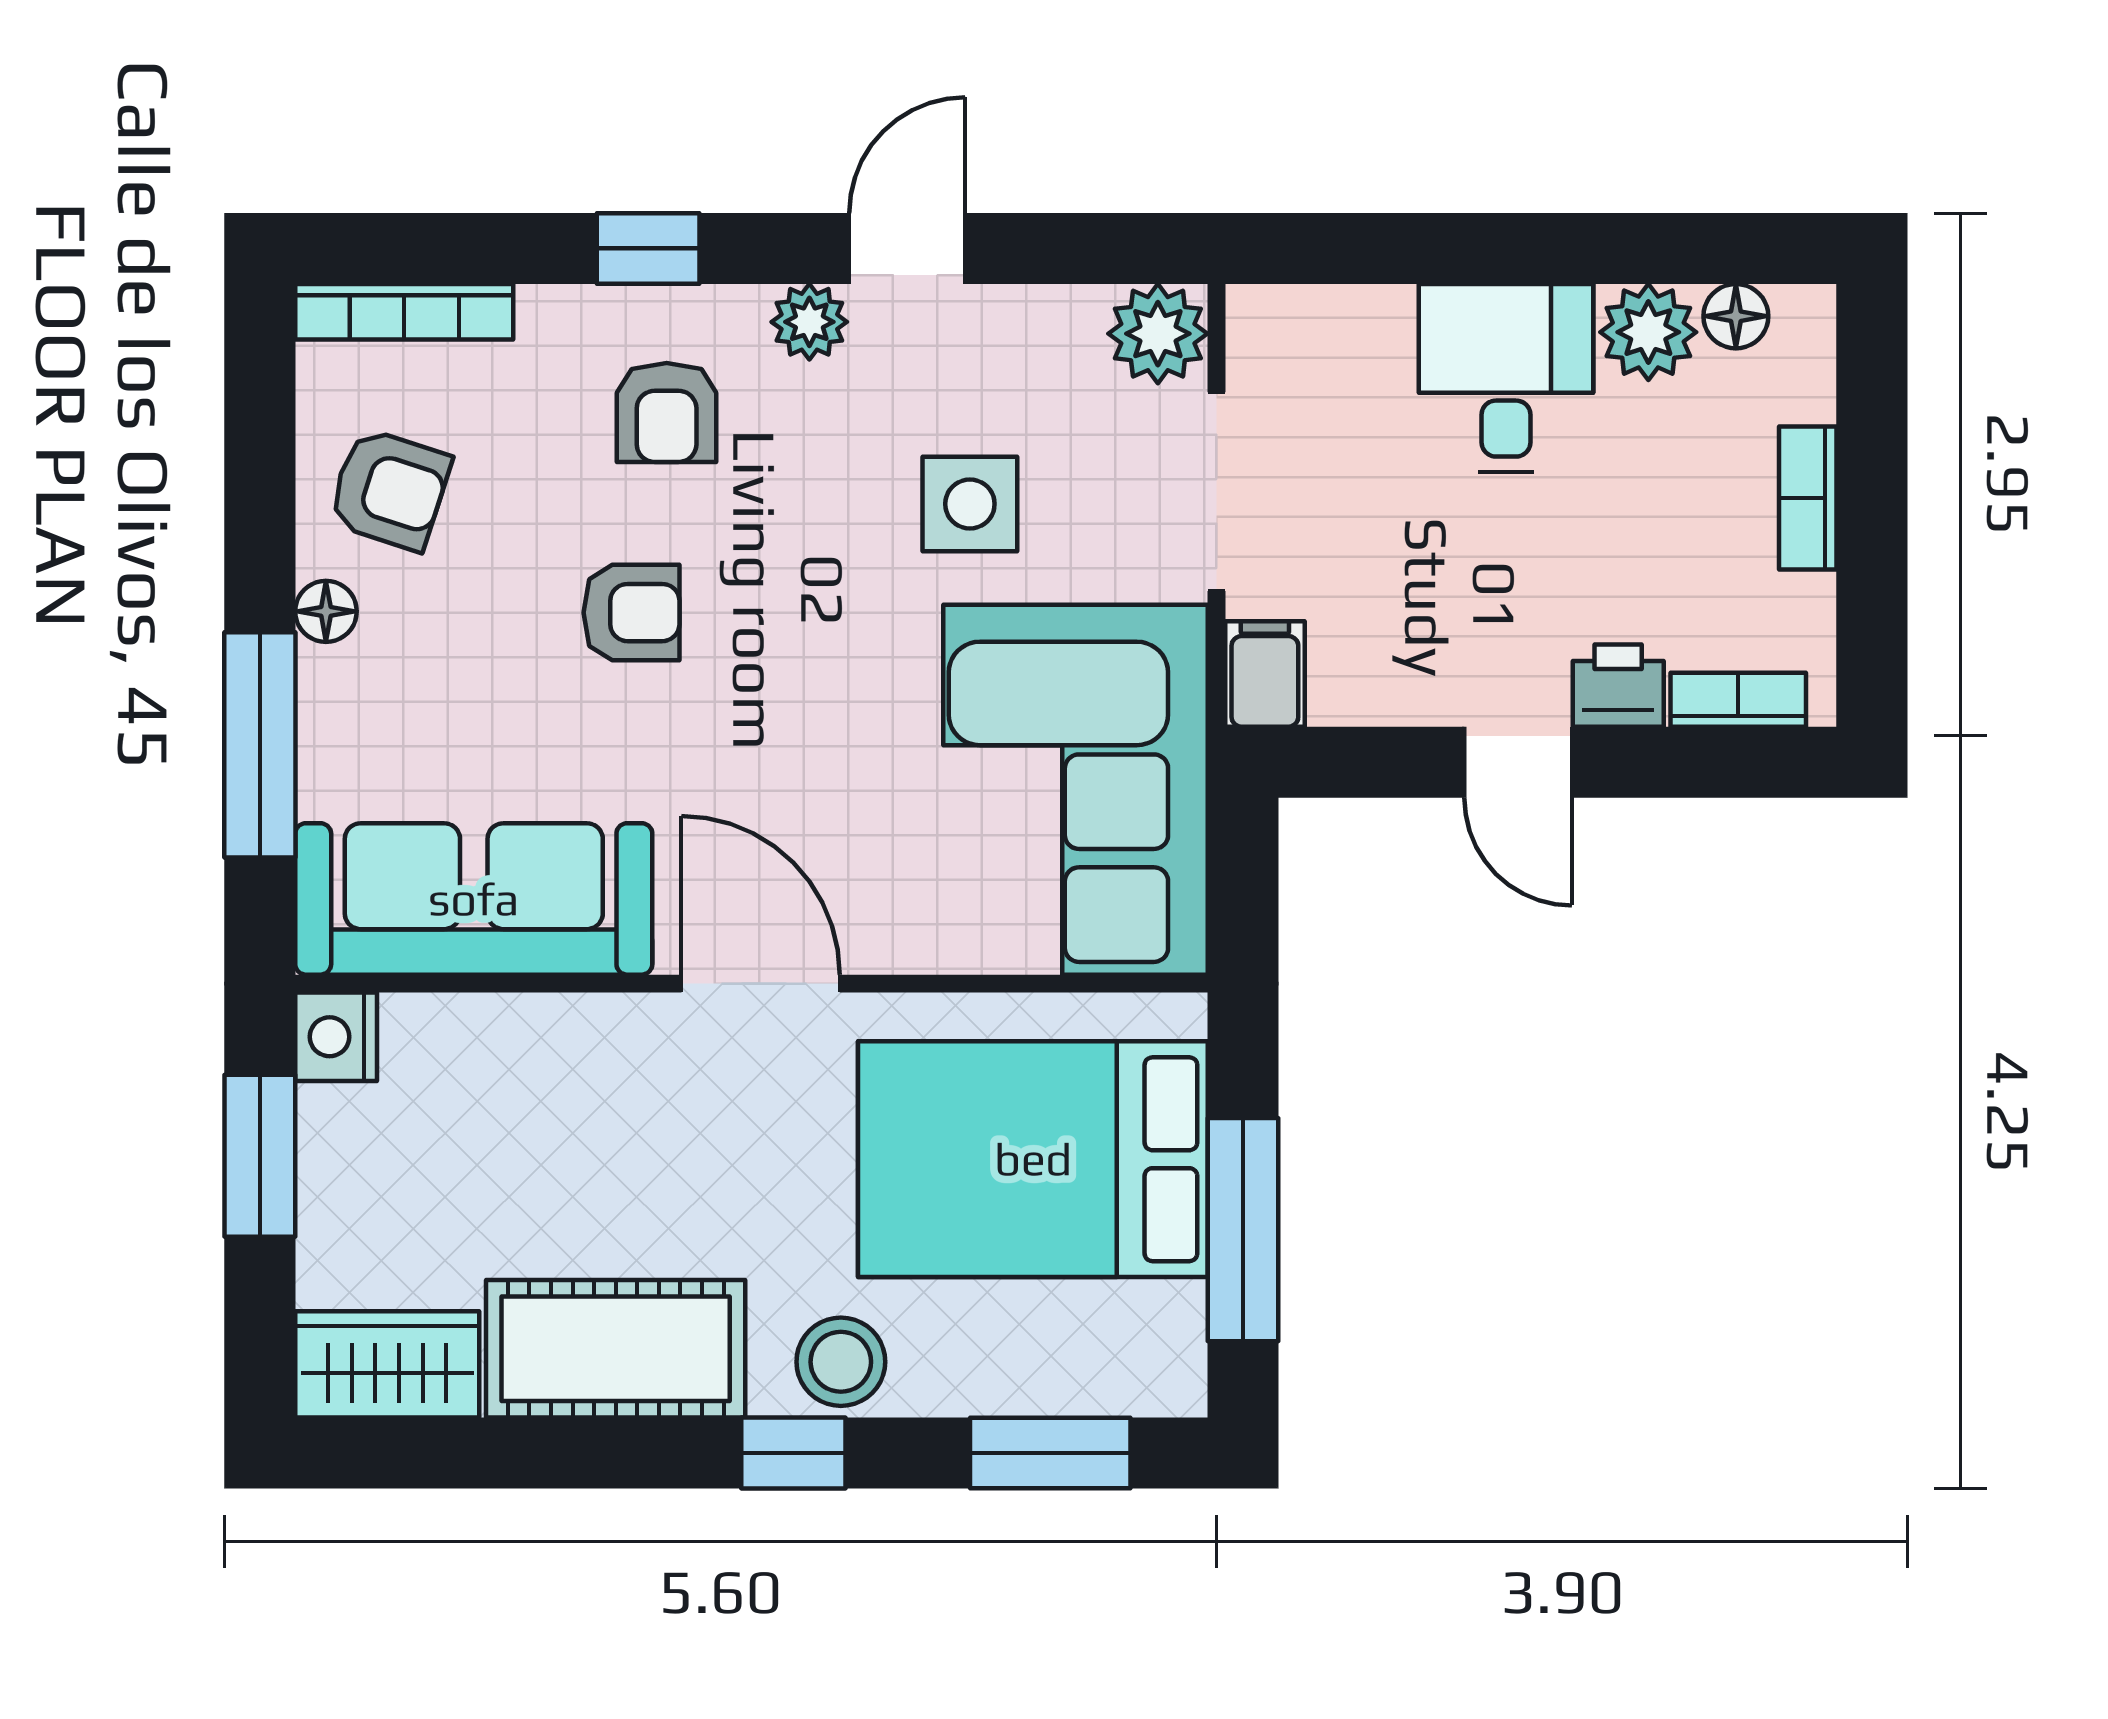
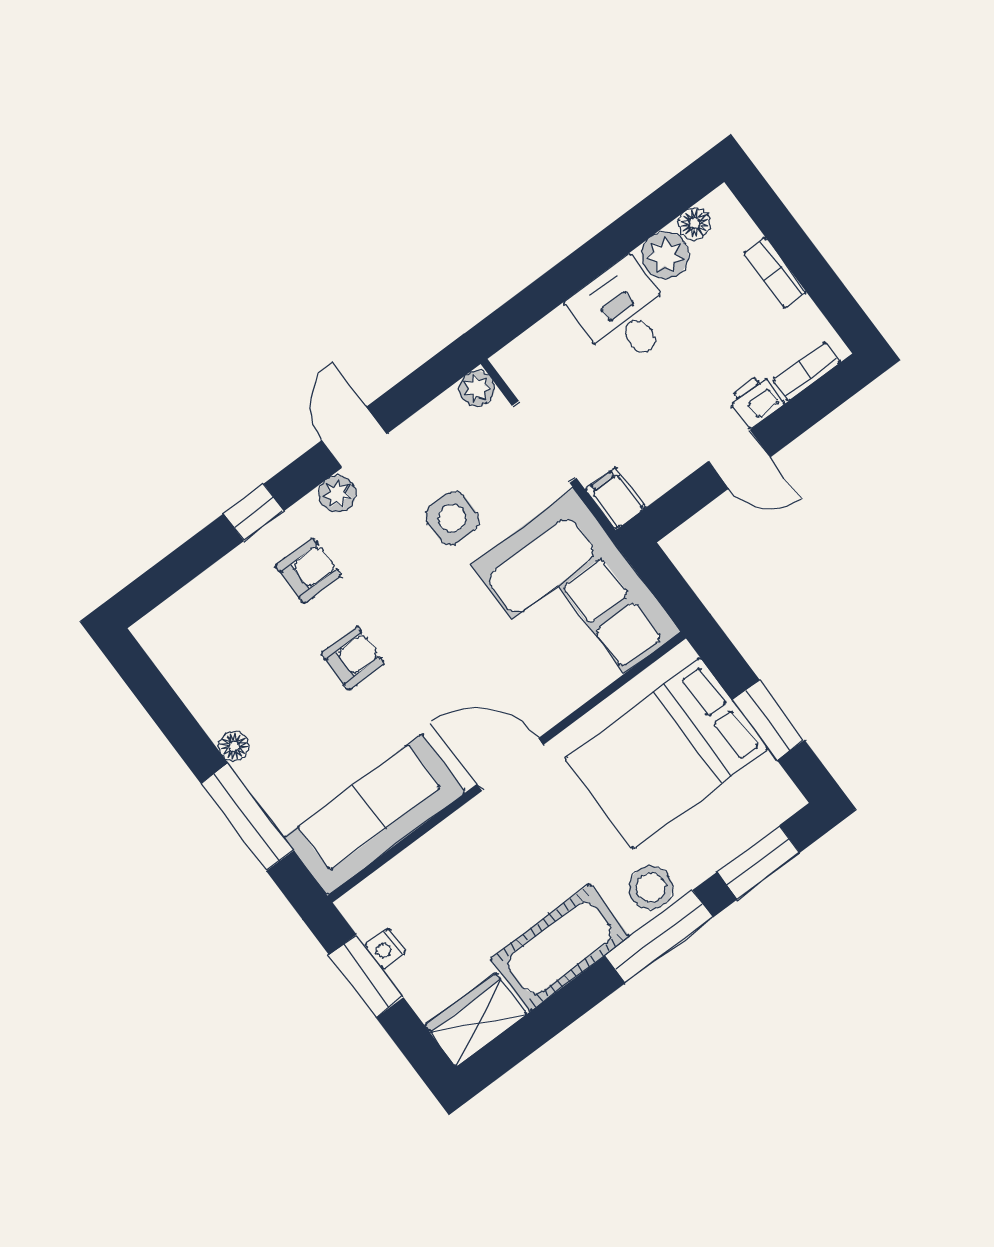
bookcase: (404, 312) -> (178, 608), removed
plant: (1158, 334) -> (477, 388), width x0.73, depth x0.73
armchair: (667, 412) -> (308, 571), turned -90
armchair: (389, 489) -> (223, 681), removed
nightstand: (336, 1037) -> (386, 949), moved, width x0.72, depth x0.74
window: (1243, 1230) -> (768, 720), width x0.69
window: (793, 1453) -> (659, 937), width x2.17

